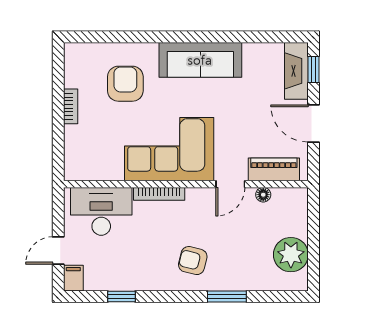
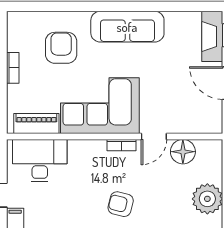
piano: (274, 169) -> (36, 124), moved
bookcase: (159, 194) -> (121, 145), moved, width x0.64
floor lamp: (263, 195) -> (183, 152), width x1.89, depth x1.89

